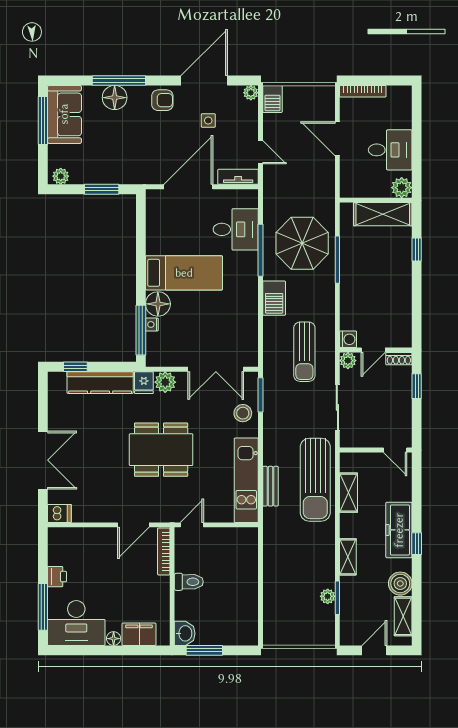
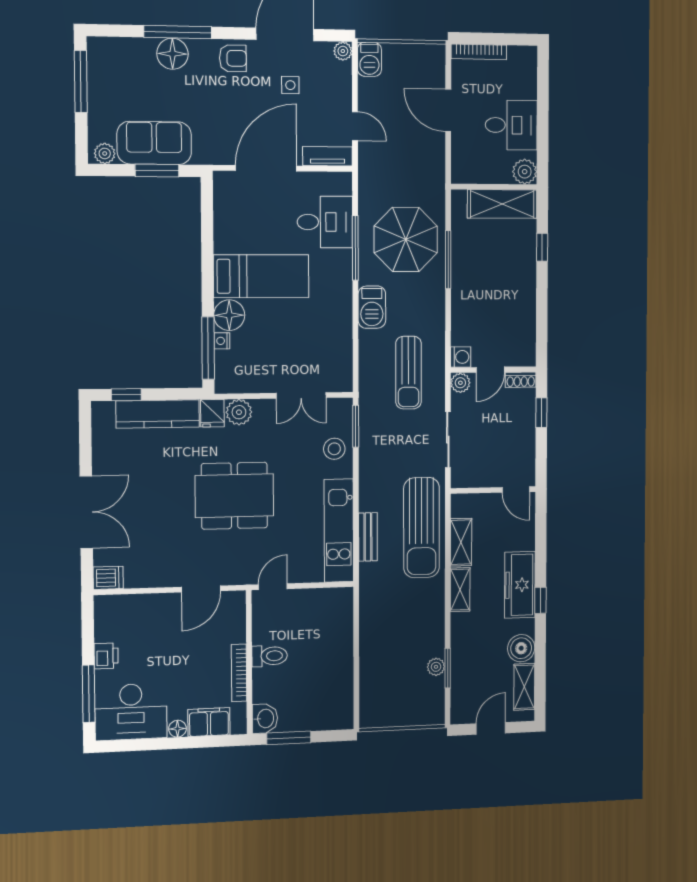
sofa: (64, 114) -> (154, 143), moved, turned -90
double door: (216, 369) -> (301, 395), width x0.73
bookcase: (164, 551) -> (239, 673), moved
shelving: (348, 557) -> (460, 590), moved

